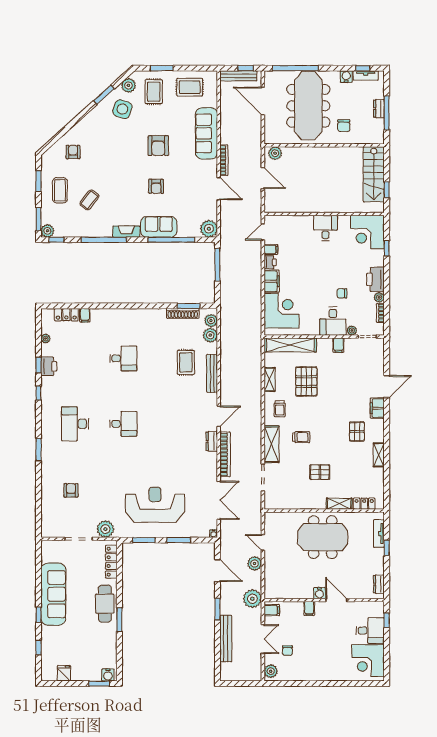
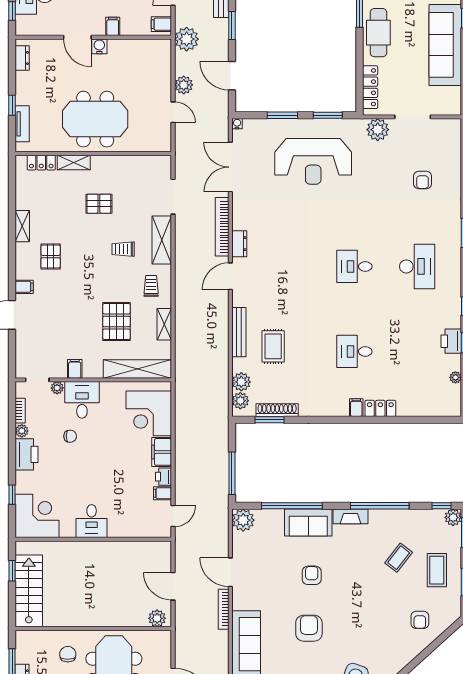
locker: (66, 315) -> (380, 408), moved
filing cabinet: (85, 315) -> (356, 408), moved
filing cabinet: (377, 408) -> (24, 287), width x0.50

